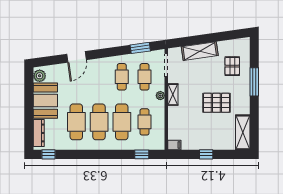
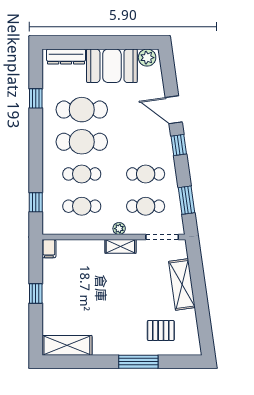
window: (101, 53) -> (179, 145), added
pallet: (216, 103) -> (109, 308), removed
cafe table: (122, 122) -> (82, 174), width x0.73, depth x0.74
window: (49, 154) -> (36, 98), moved

